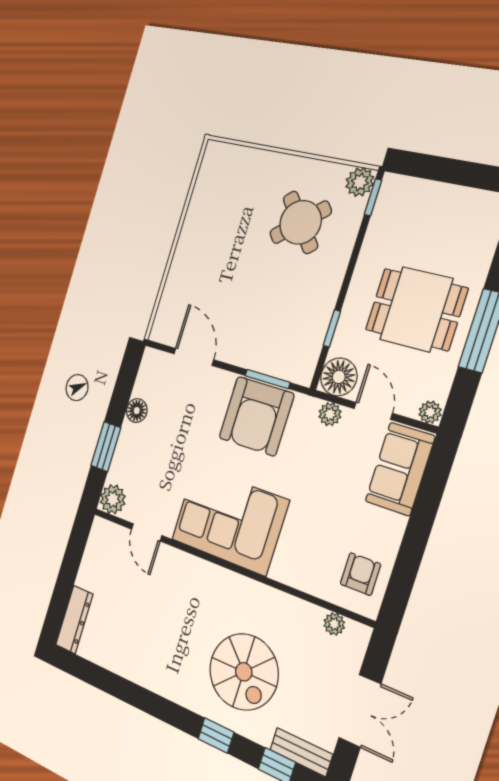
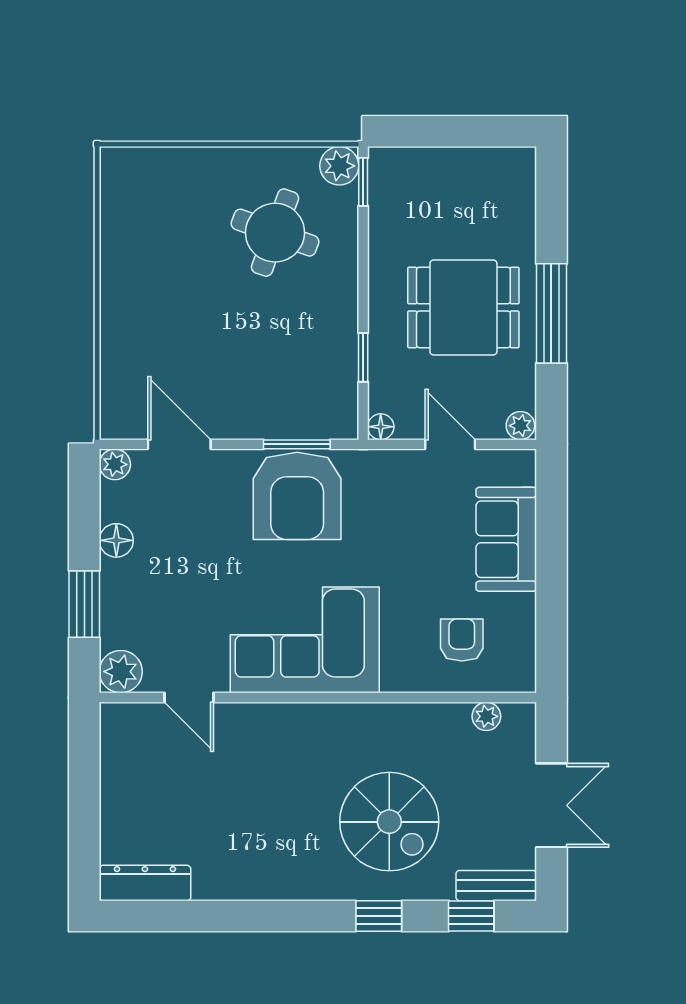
round table: (300, 222) -> (275, 233), turned -30
floor lamp: (339, 377) -> (381, 427), width x0.53, depth x0.53
plant: (330, 414) -> (115, 464), moved
sofa: (400, 469) -> (506, 539), moved
armchair: (360, 574) -> (462, 640), moved
dresser: (74, 620) -> (145, 883), moved, turned -90

